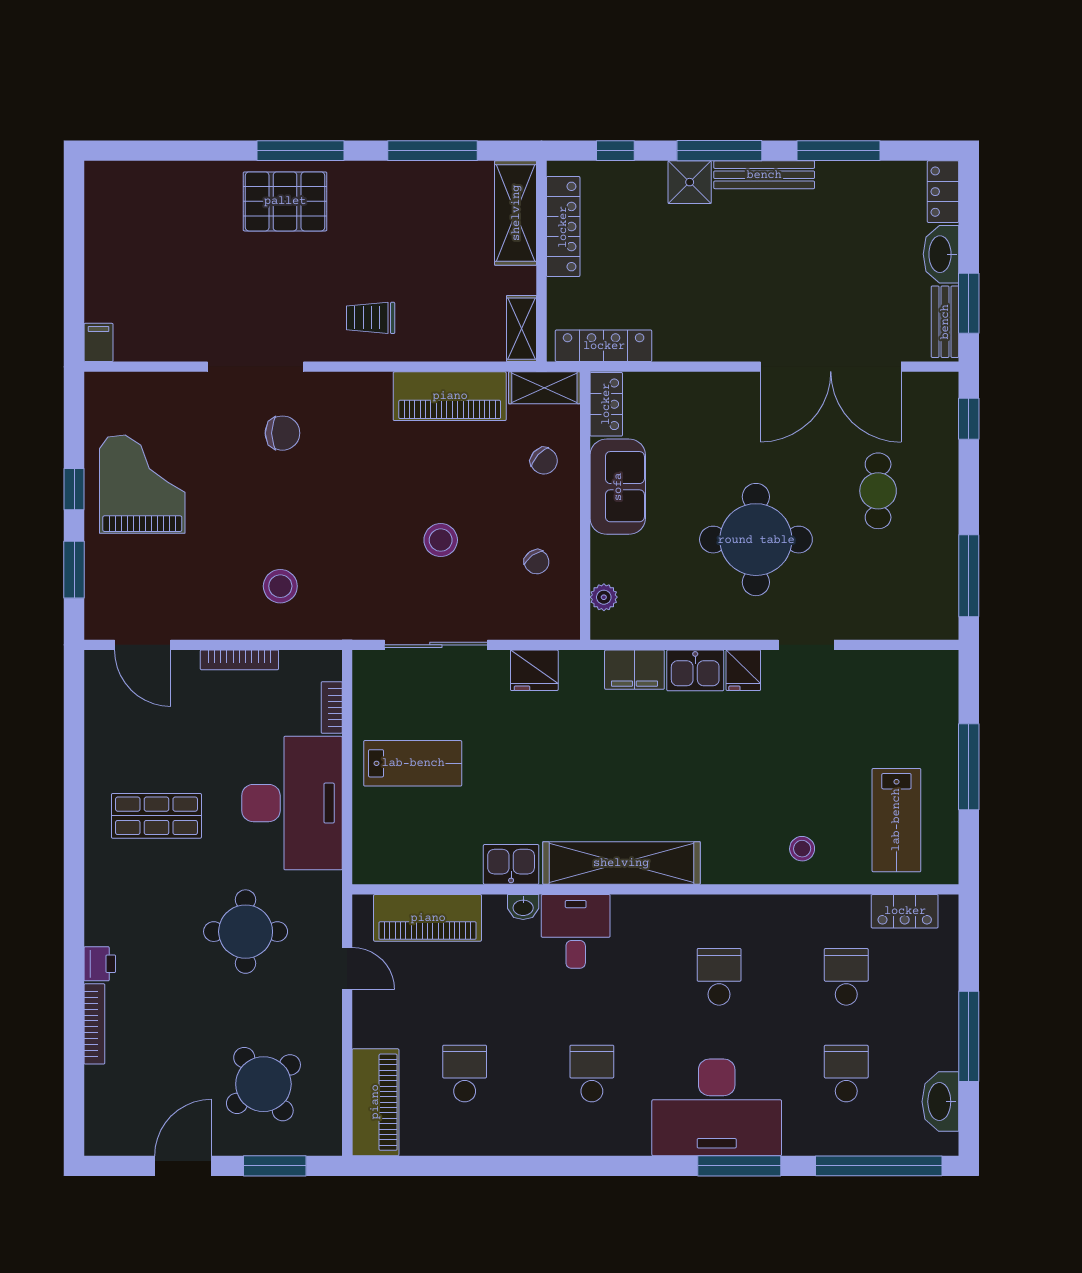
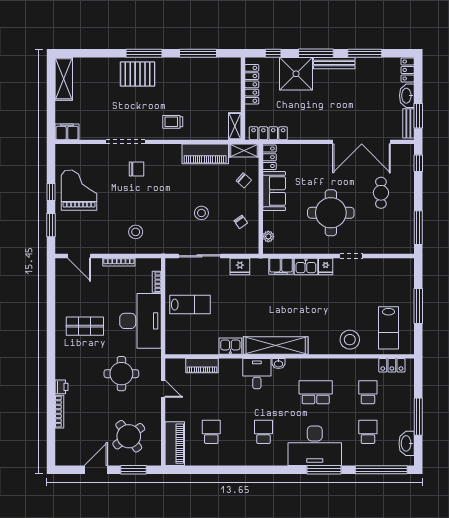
shower: (690, 182) -> (296, 74), width x1.86, depth x1.86
shelving: (516, 213) -> (64, 79), moved
filing cabinet: (99, 342) -> (67, 132), width x2.00
stool: (802, 849) -> (350, 340), width x1.89, depth x1.89
washbasin: (523, 907) -> (278, 364), moved
piano: (428, 918) -> (202, 366), width x0.73, depth x0.75
school desk: (719, 977) -> (316, 392), width x1.85

